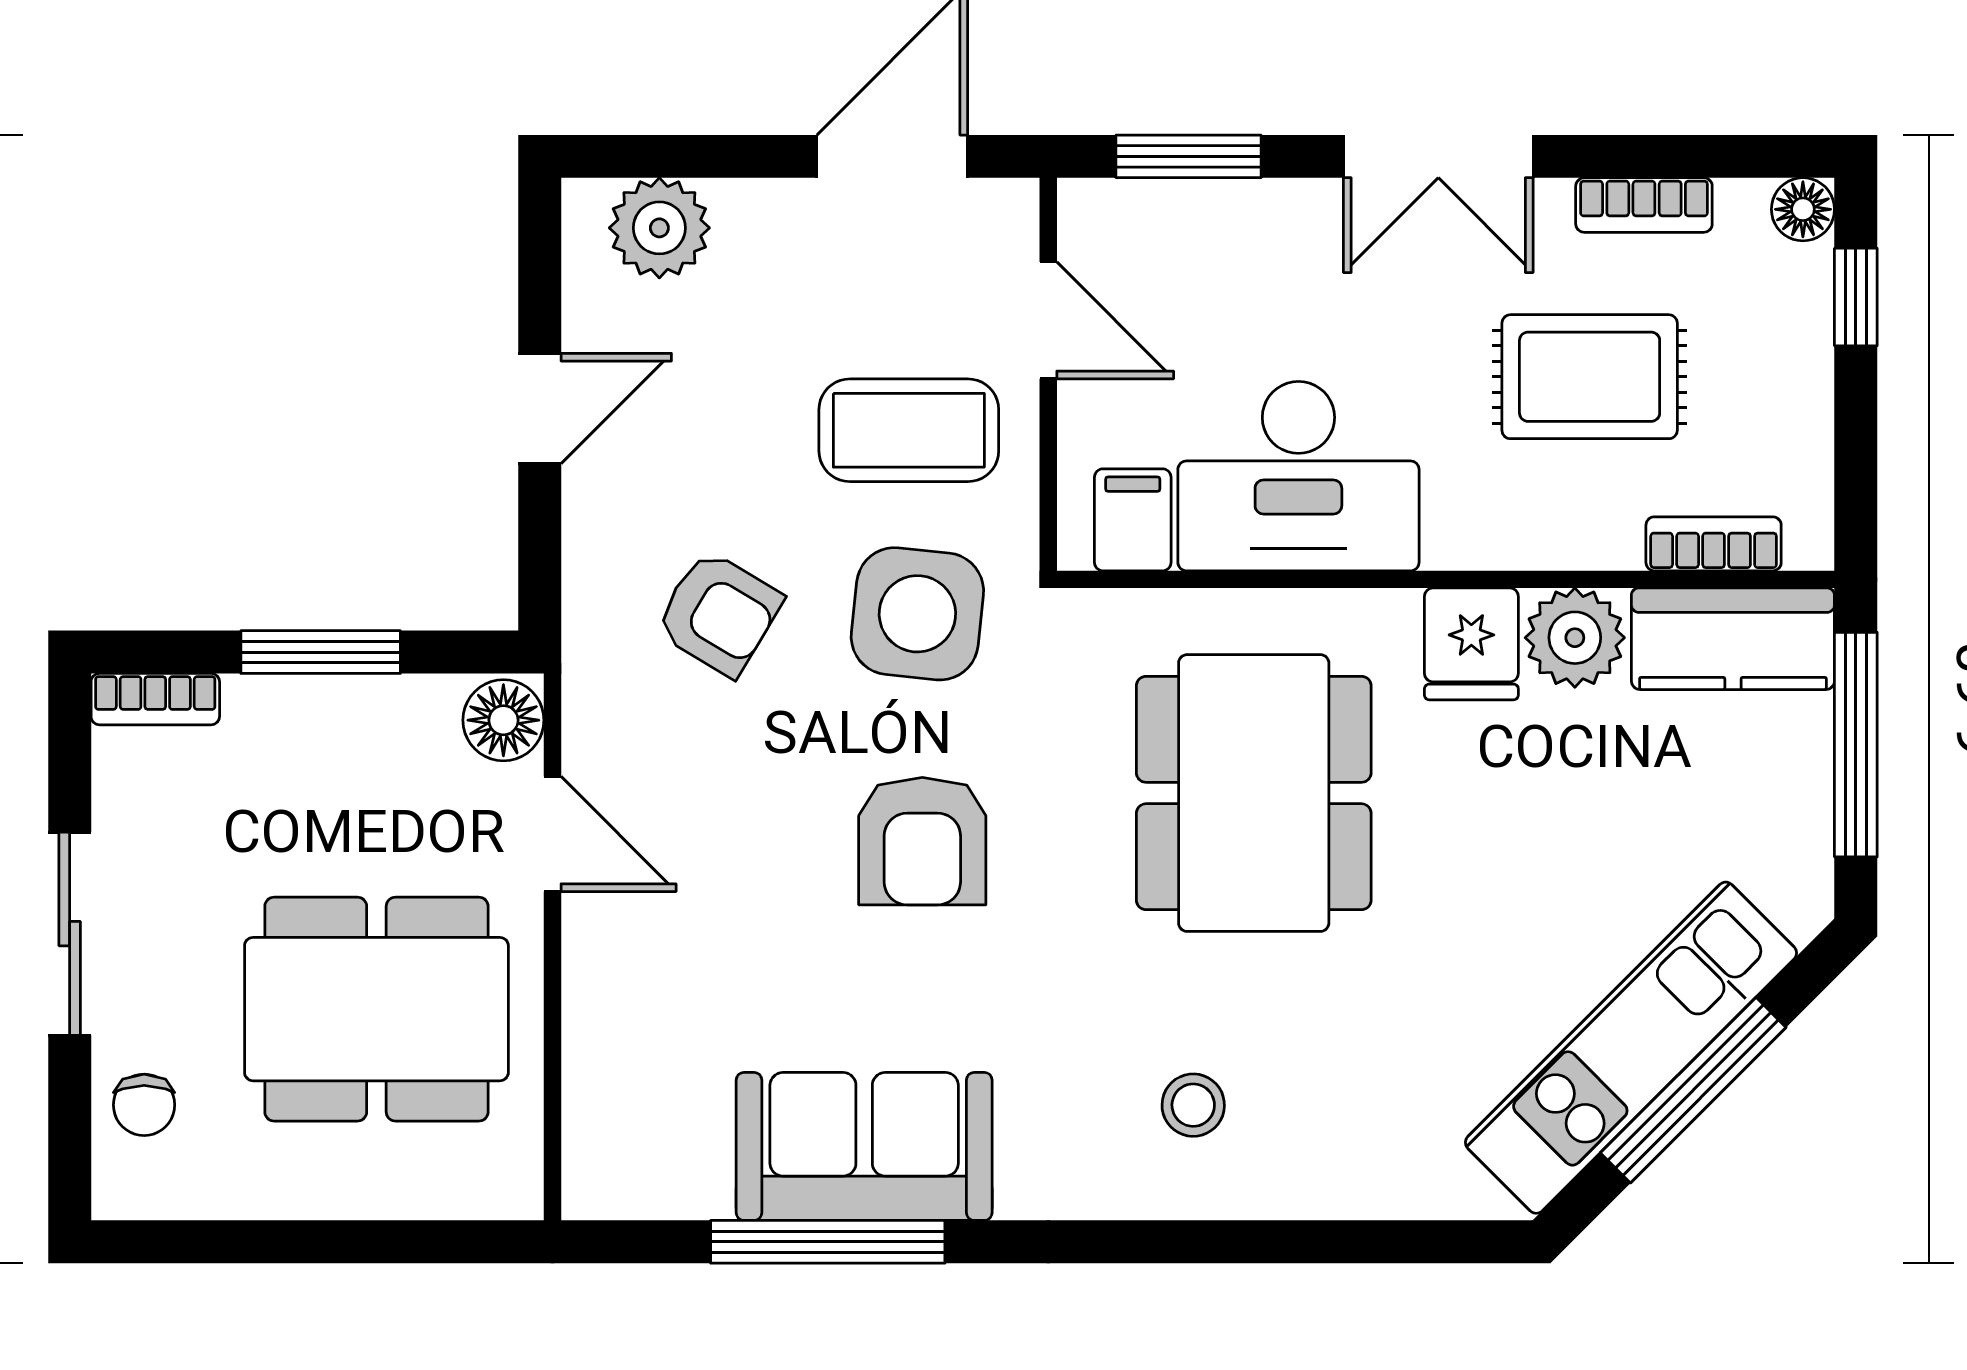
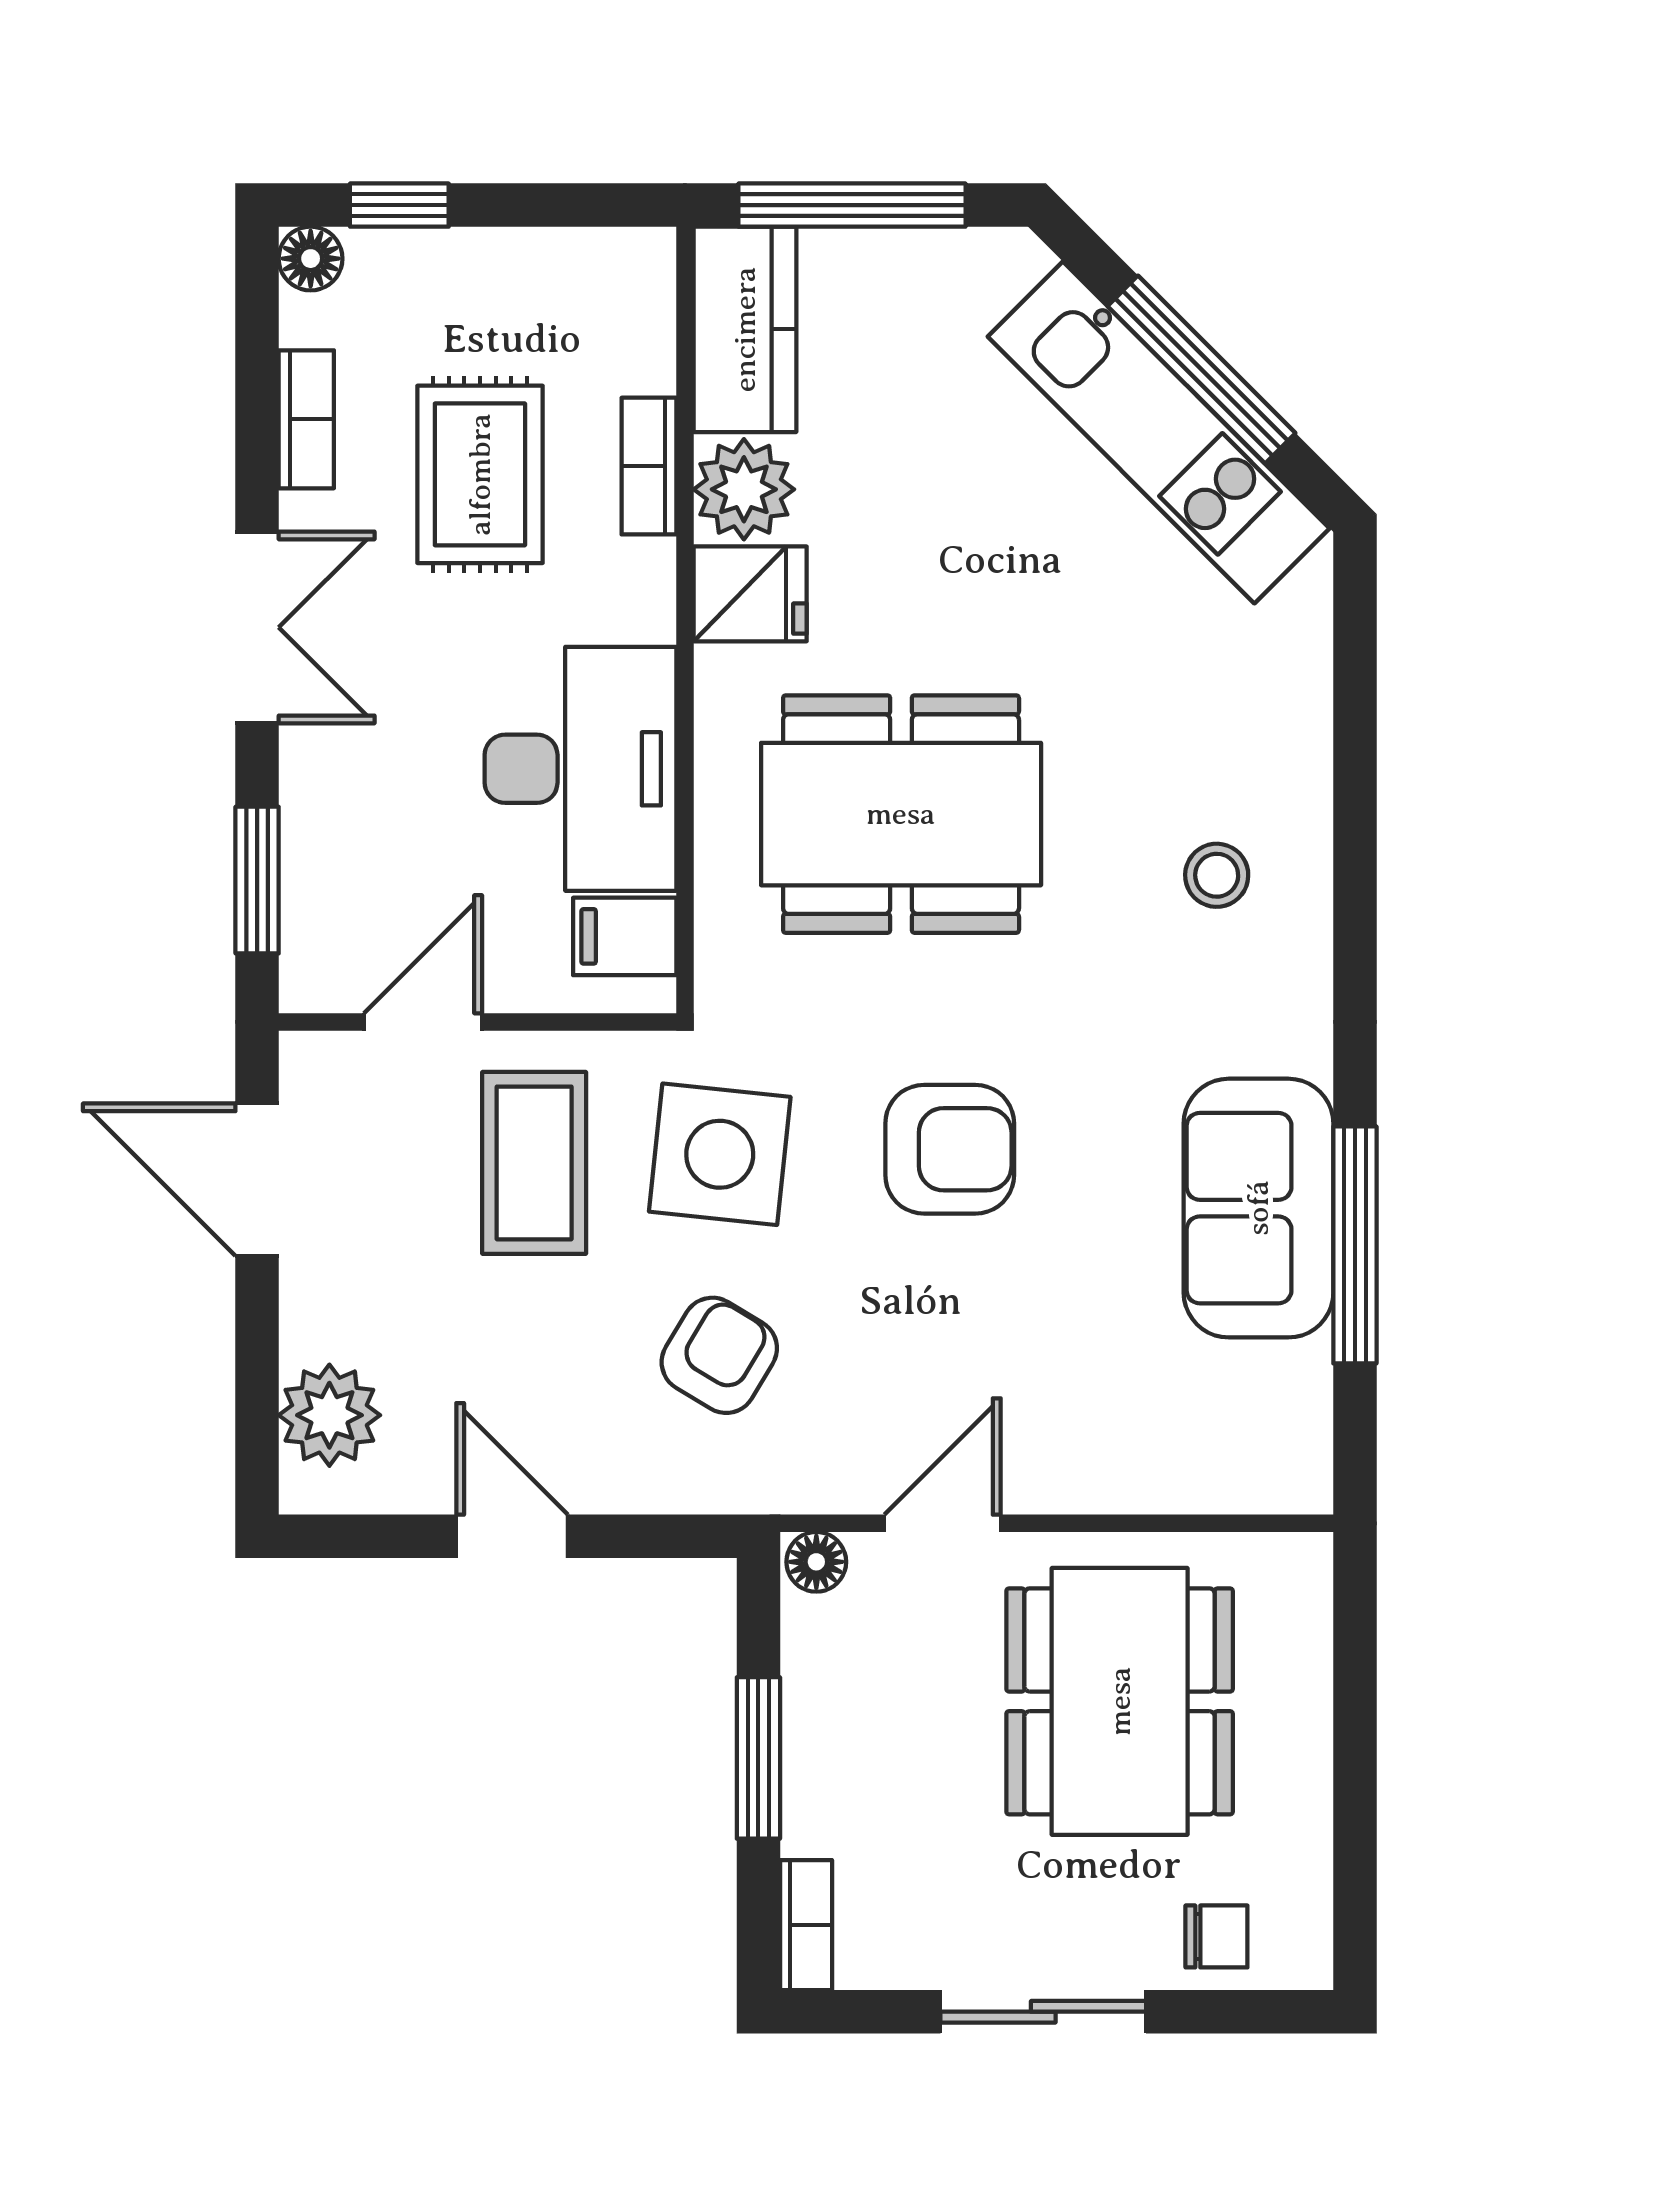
bookcase: (1714, 544) -> (649, 466), moved
floor lamp: (503, 720) -> (816, 1562), width x0.73, depth x0.73

